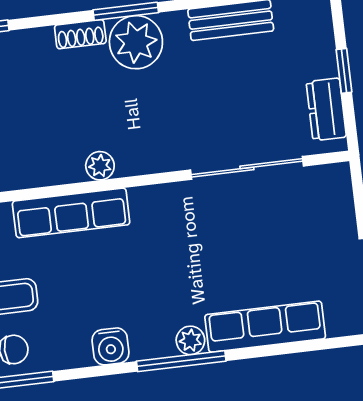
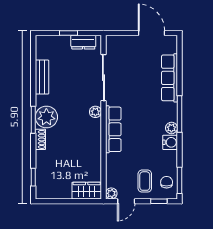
plant: (100, 166) -> (95, 112), moved
row of seats: (71, 213) -> (113, 129), moved
plant: (190, 340) -> (171, 128), moved

